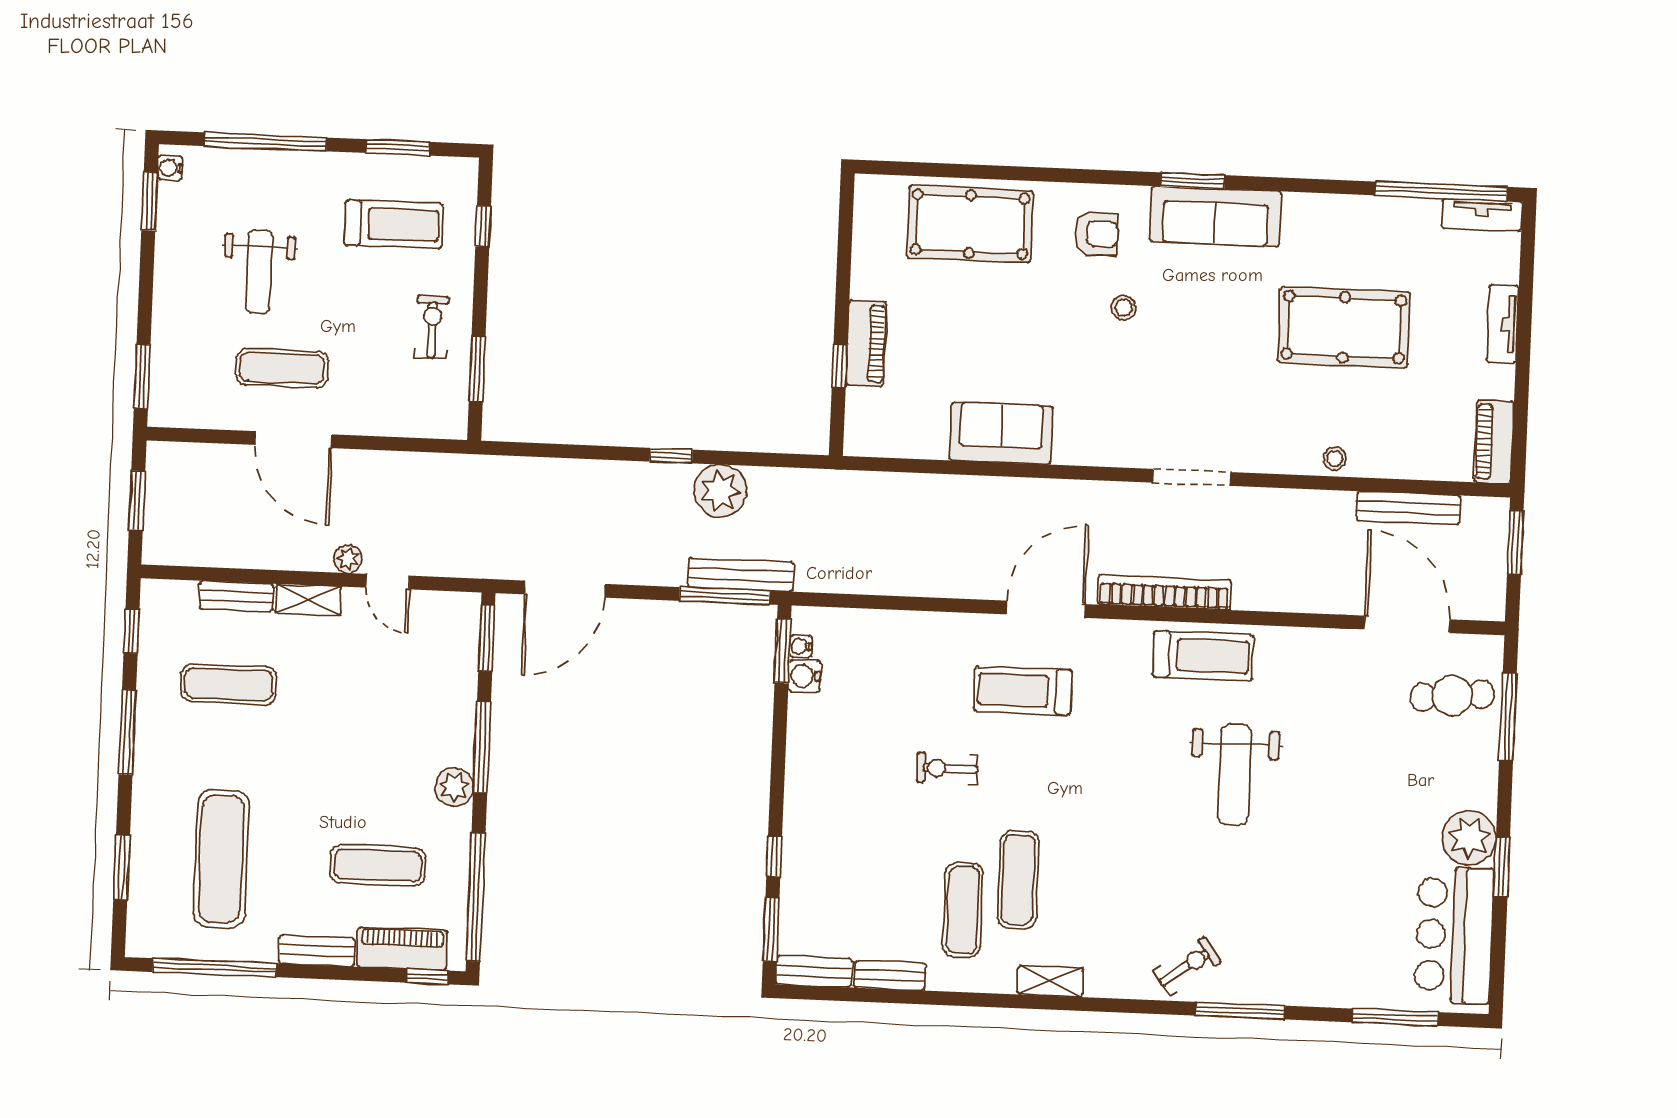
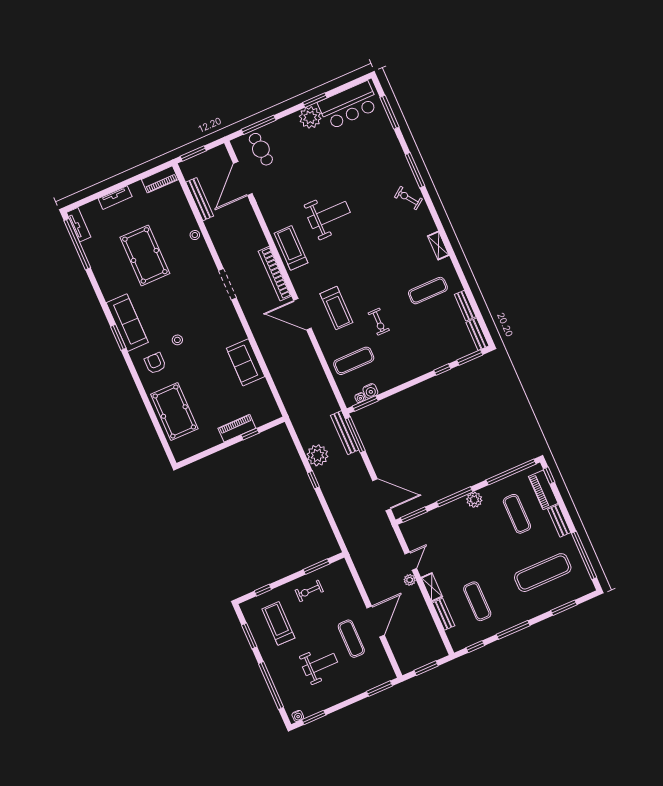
exercise mat: (1018, 880) -> (354, 361), moved

